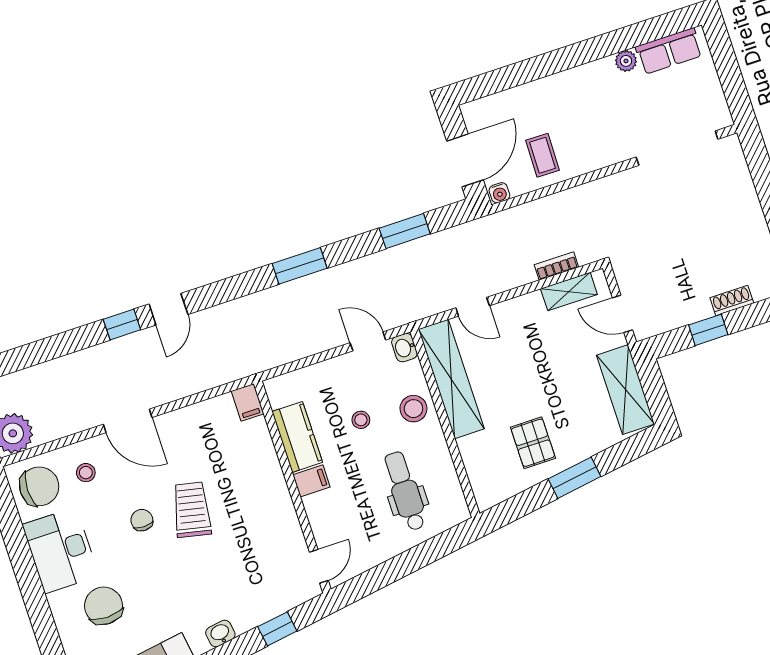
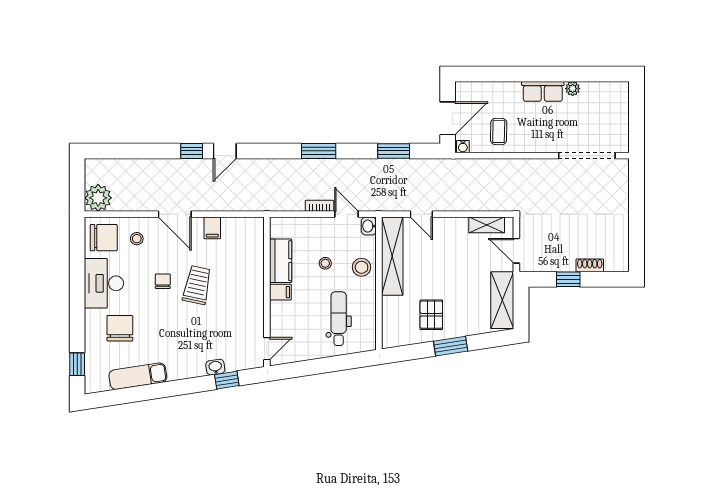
row of seats: (669, 51) -> (543, 91), moved
bookcase: (556, 266) -> (319, 206), moved
filing cabinet: (248, 402) -> (212, 228), moved
washbasin: (220, 634) -> (215, 367), moved

